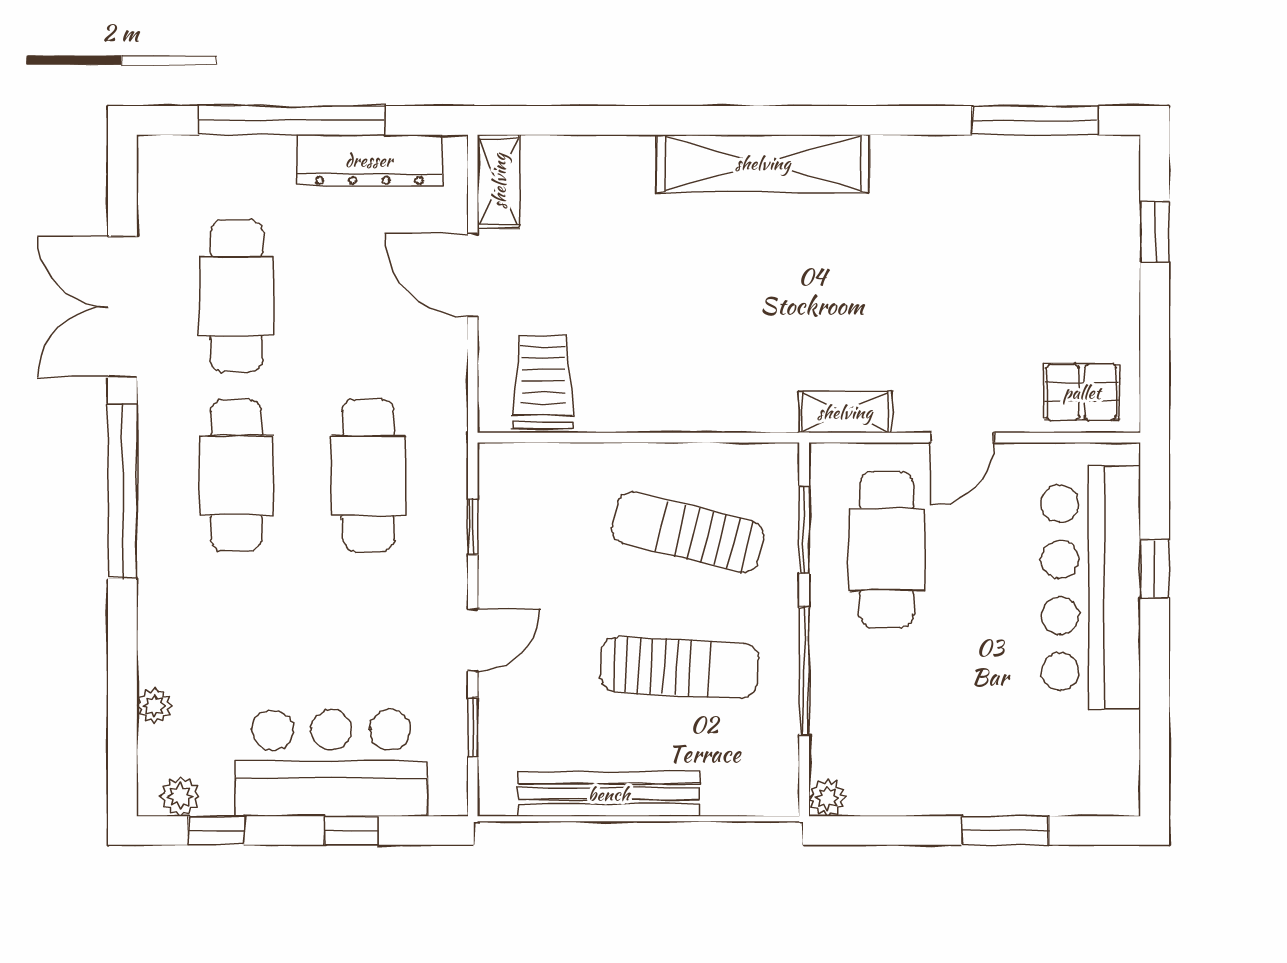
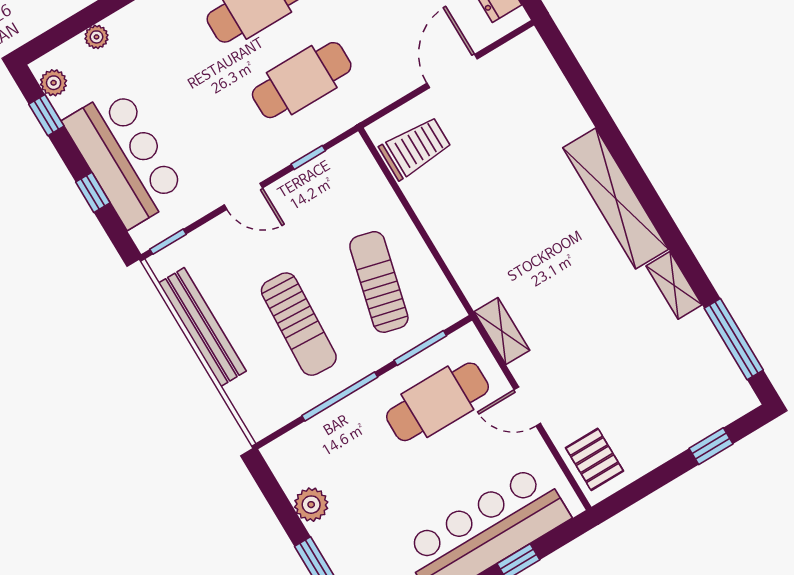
shelving: (499, 181) -> (674, 285), moved, turned 90
window: (473, 727) -> (168, 242), moved
plant: (827, 798) -> (311, 505), moved, width x1.38, depth x1.38

